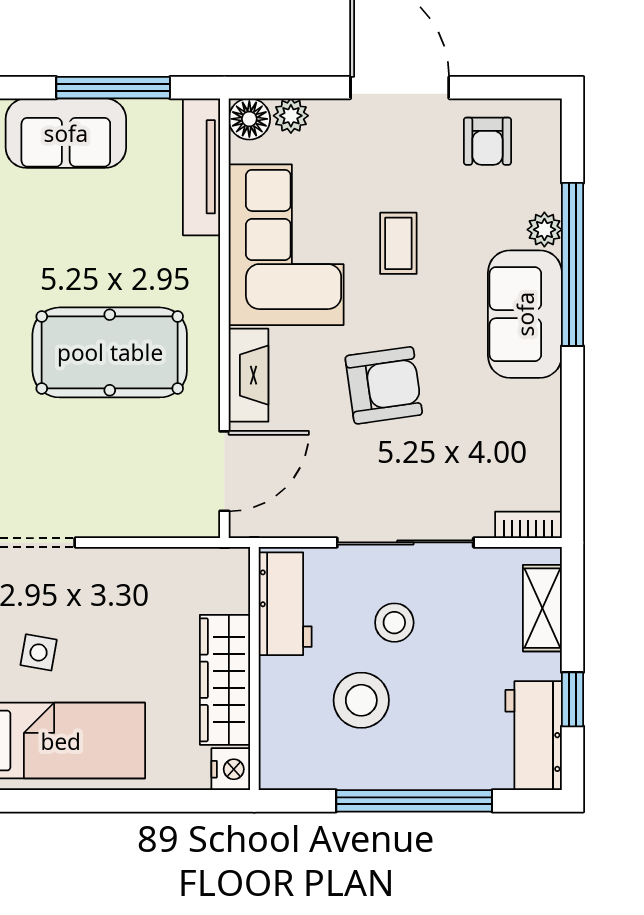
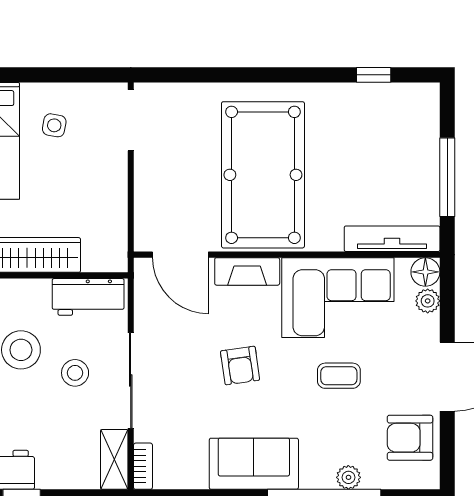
sofa: (66, 133) -> (416, 144), removed
armchair: (487, 141) -> (410, 438), width x1.38, depth x1.38
sofa: (525, 314) -> (254, 464), moved
pool table: (110, 352) -> (263, 175), width x1.36, depth x1.32
armchair: (384, 385) -> (240, 366), width x0.72, depth x0.72
shelving: (542, 608) -> (114, 459), moved, turned 90

